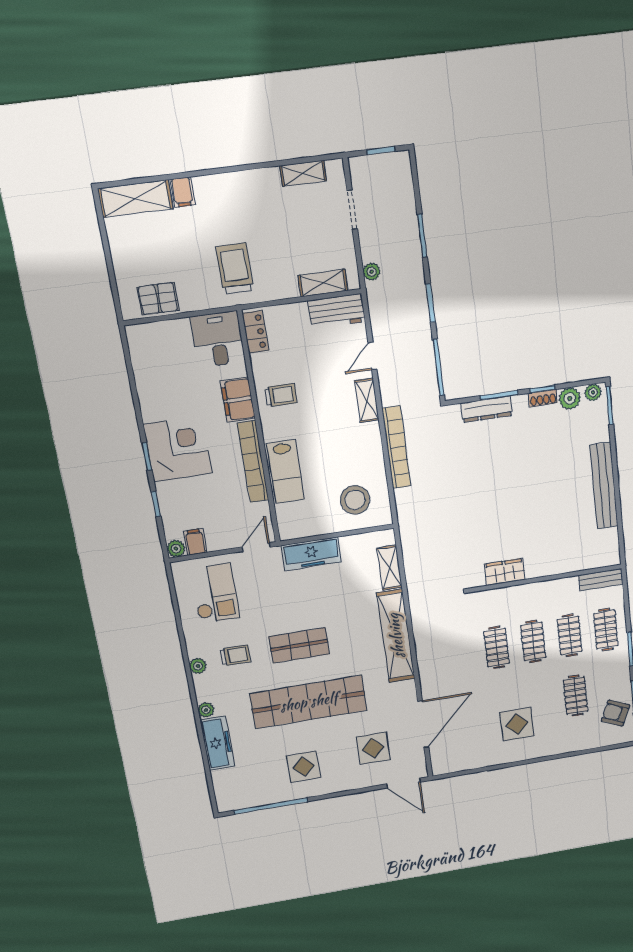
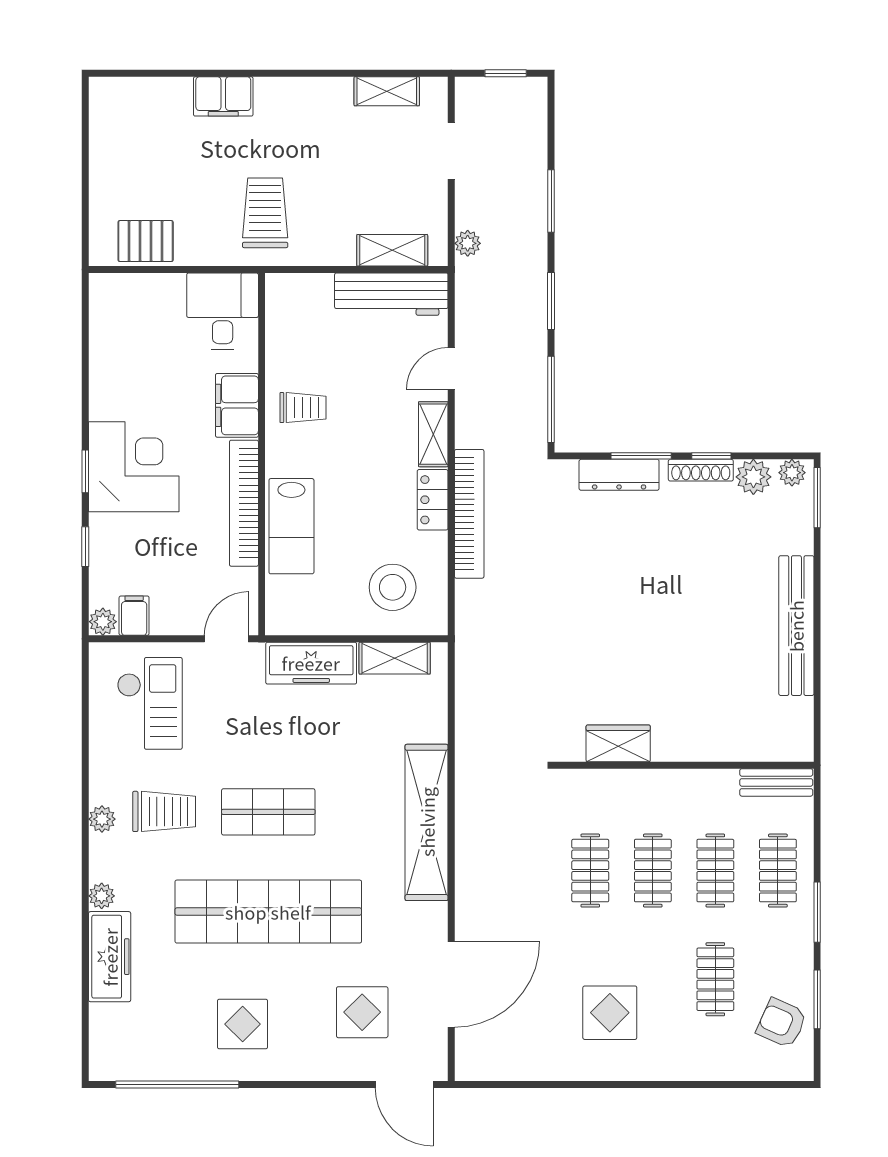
filing cabinet: (183, 192) -> (223, 96), width x2.00
shelving: (135, 199) -> (140, 97), removed
workbench: (337, 311) -> (391, 294), width x1.38
locker: (255, 332) -> (433, 500), moved, turned 180
shoe rack: (543, 398) -> (701, 470), width x1.43
shelving: (390, 568) -> (395, 658), moved, turned 90
trolley: (235, 655) -> (164, 811), width x1.36, depth x1.39

